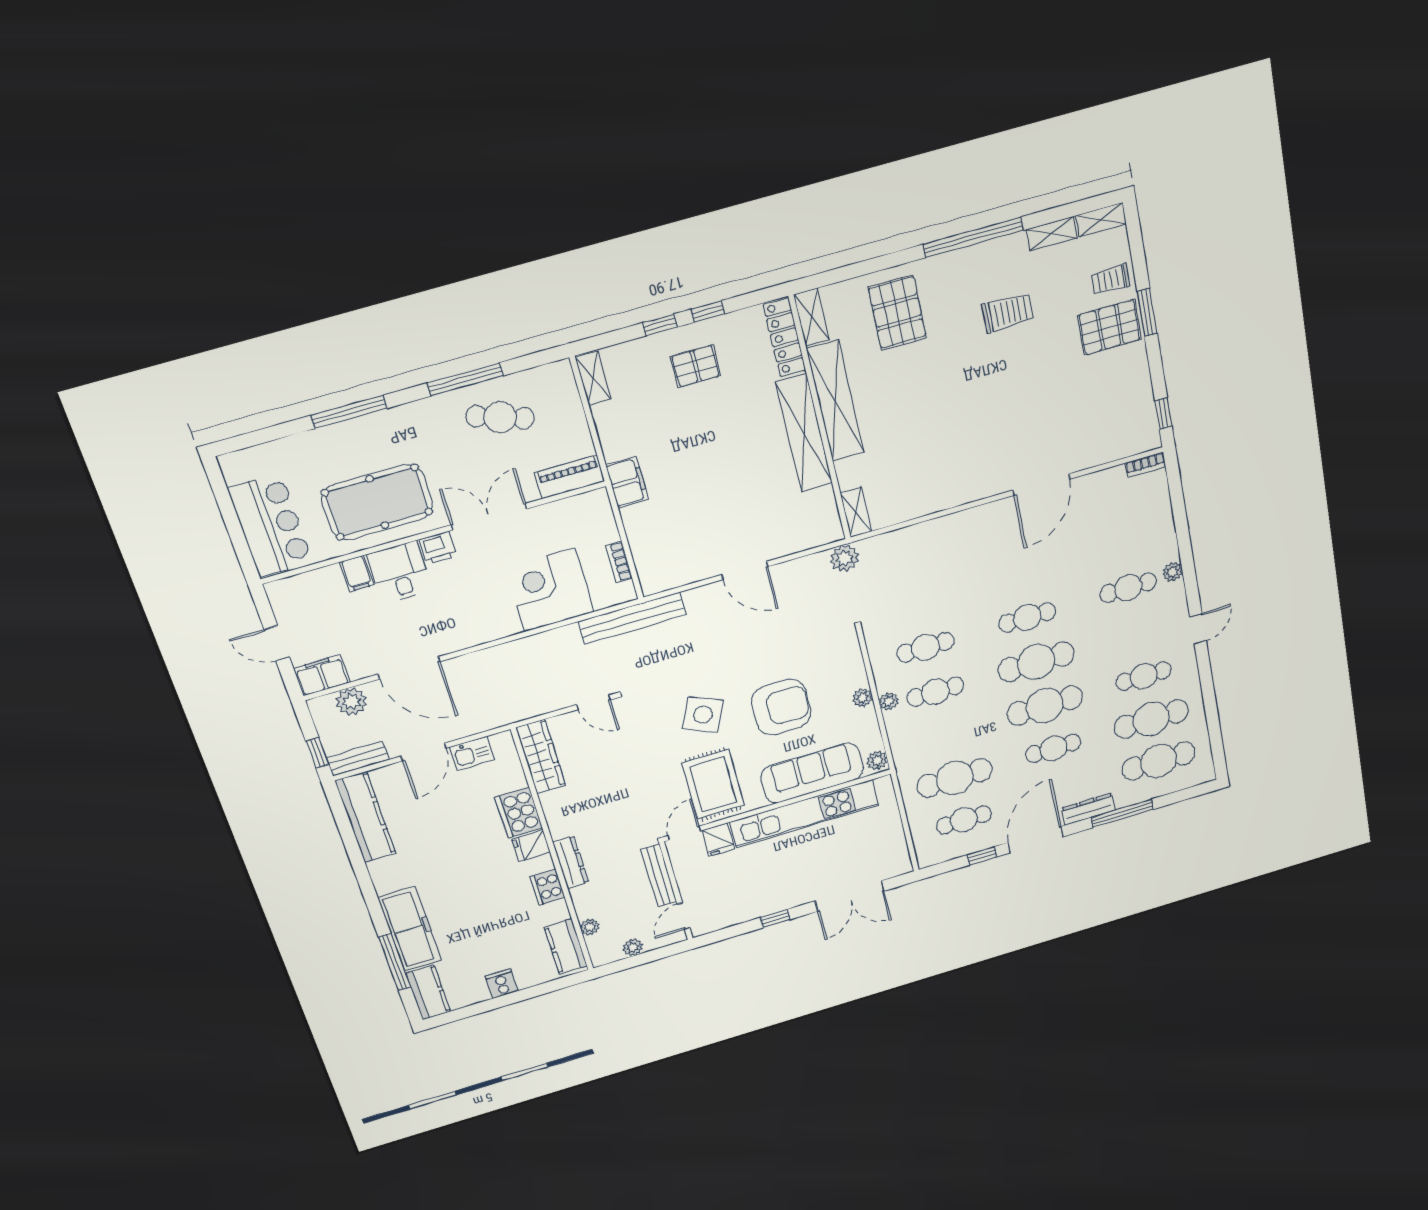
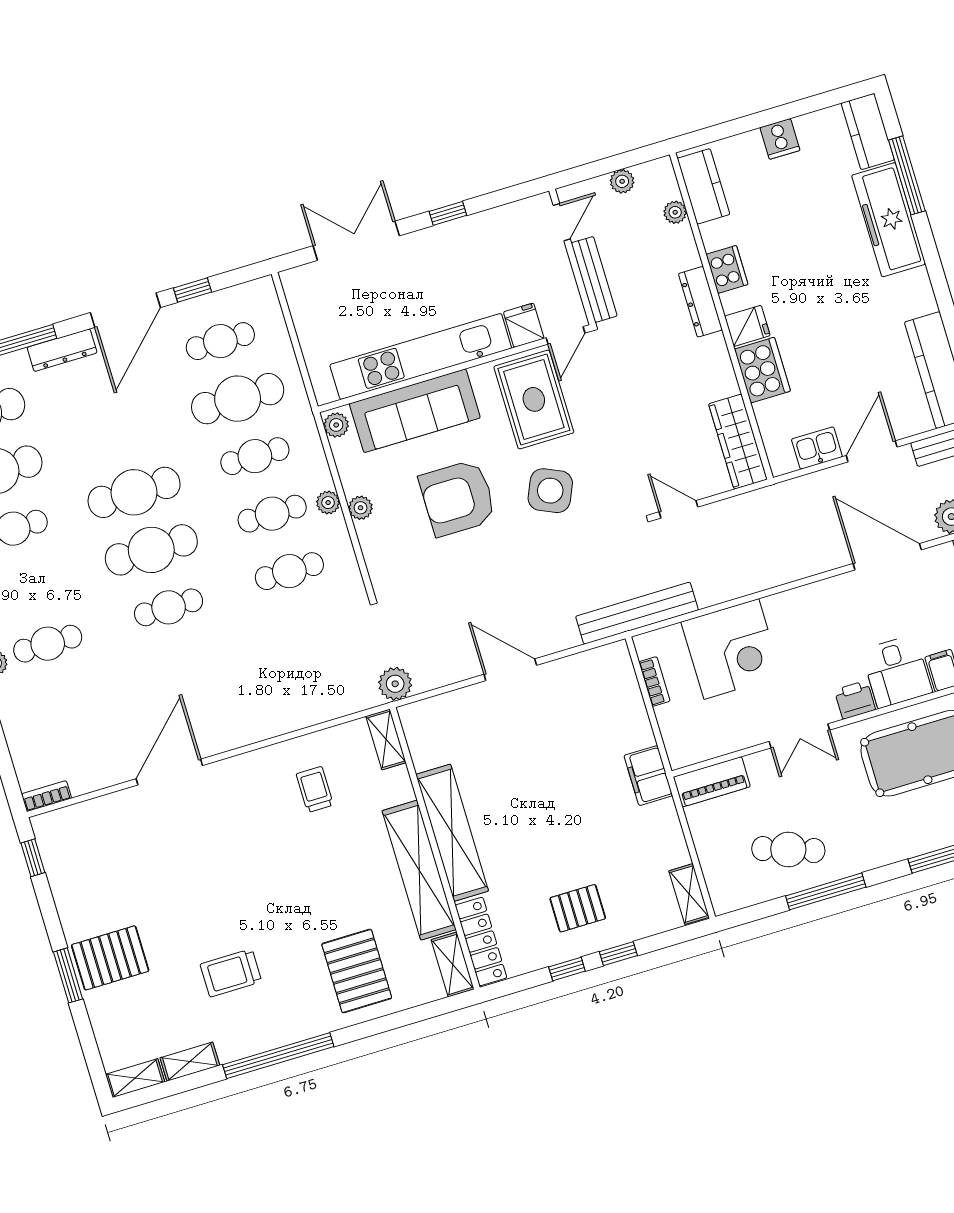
trolley: (1110, 279) -> (315, 789), moved, turned -90
double door: (489, 517) -> (799, 736), width x0.73
cafe table: (1053, 748) -> (255, 456), moved

